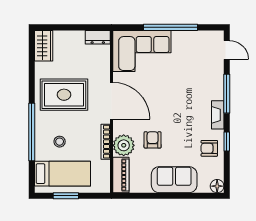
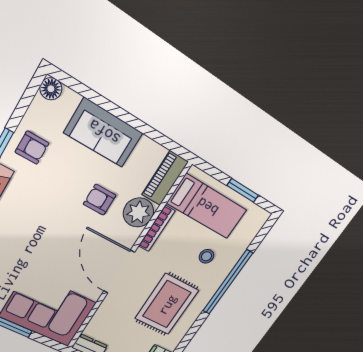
rug: (64, 95) -> (167, 304), turned 90
armchair: (153, 140) -> (100, 200), turned 90
bed: (63, 174) -> (207, 207), moved, turned 180

